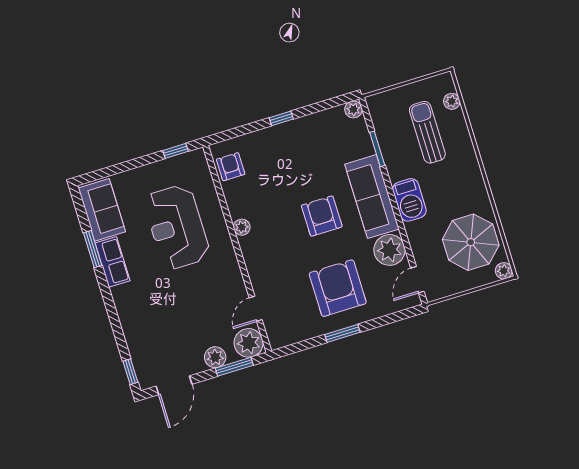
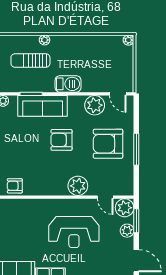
plant: (452, 101) -> (45, 40), moved
sofa: (372, 197) -> (43, 106), moved
reception desk: (177, 227) -> (74, 232), moved
plant: (242, 227) -> (78, 186), moved, width x1.87, depth x1.87
parasol: (471, 242) -> (105, 55), removed
window: (342, 333) -> (136, 149), width x1.44

